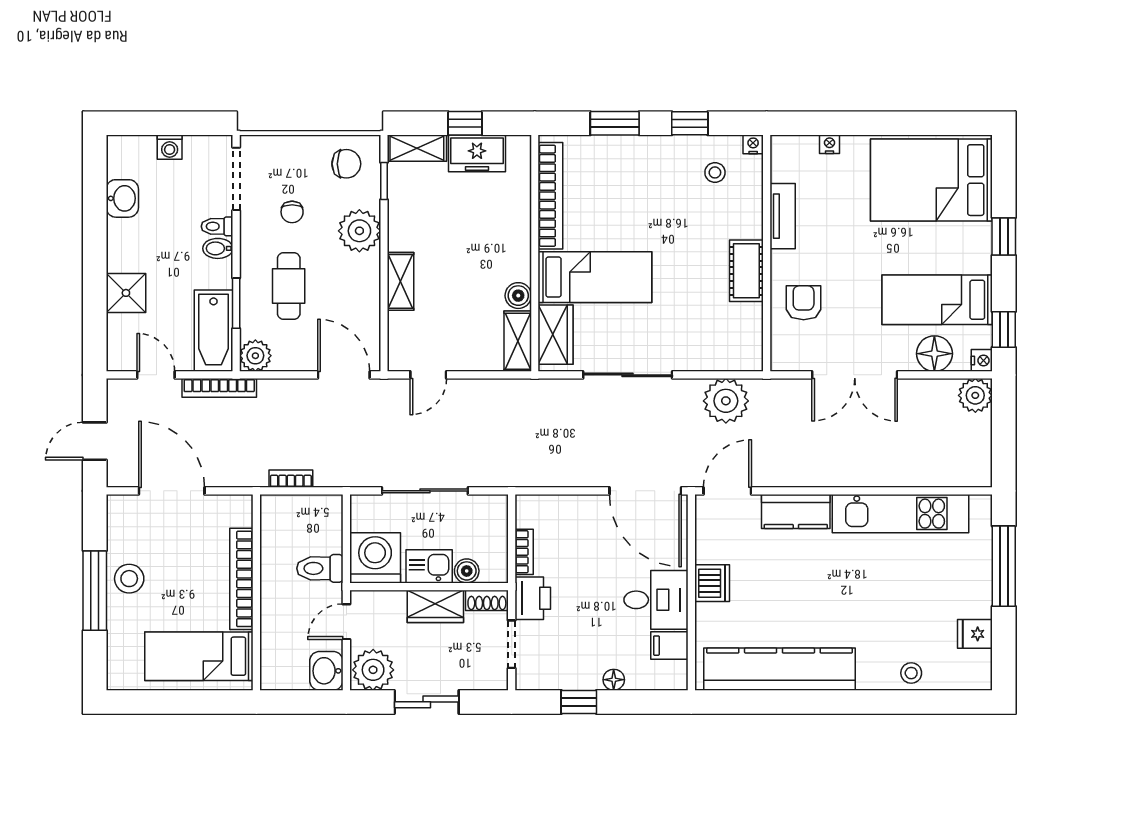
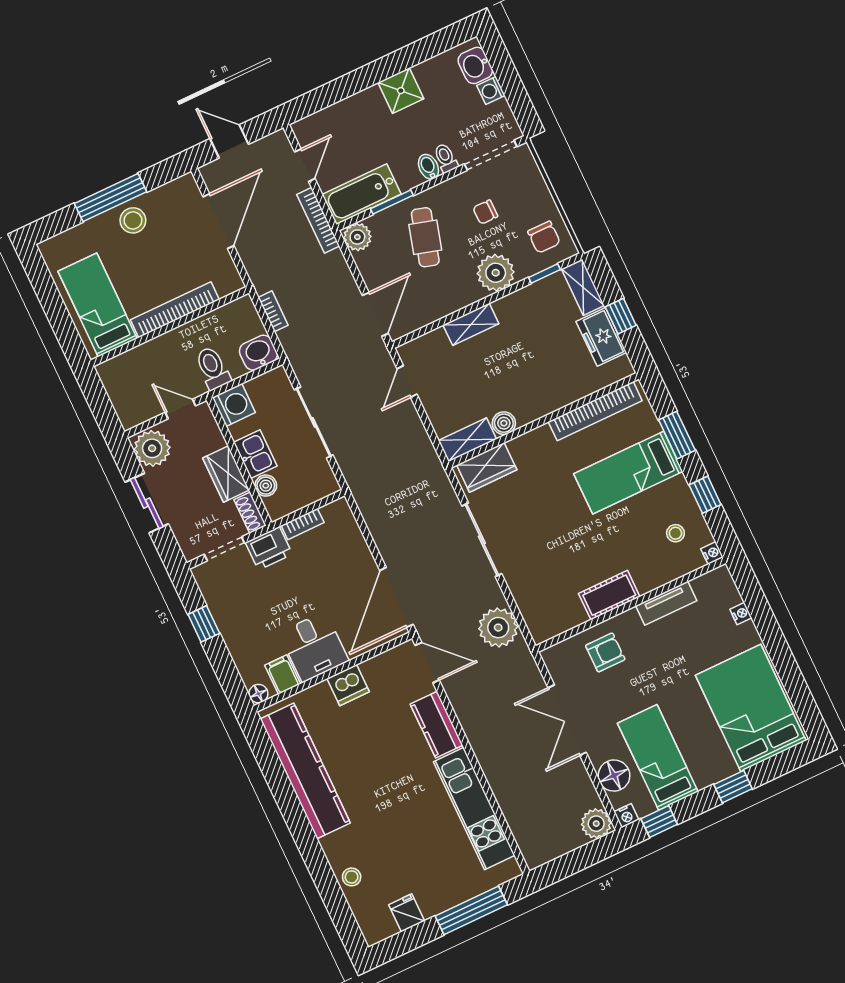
washbasin: (122, 198) -> (475, 65), moved, turned 90
bed: (595, 277) -> (628, 473), moved, turned 90
cafe table: (289, 286) -> (425, 237), turned -74
shower: (126, 293) -> (401, 91), moved
door: (428, 375) -> (407, 381), hinge flipped
washing machine: (375, 558) -> (234, 405), width x0.73, depth x0.73
washbasin: (326, 671) -> (258, 353), moved
floor lamp: (614, 680) -> (258, 694), moved

